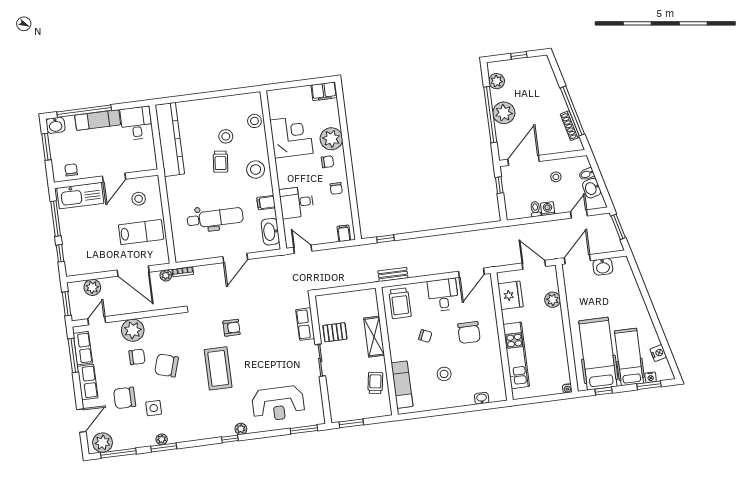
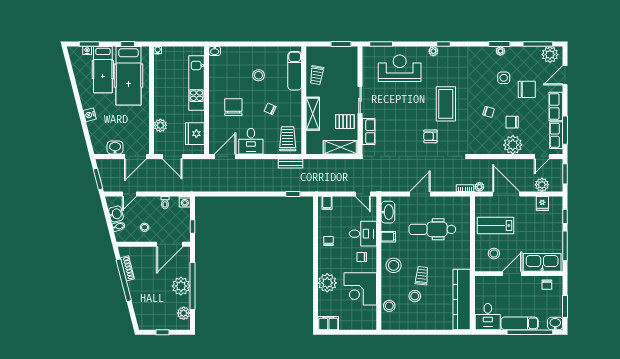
chair: (327, 162) -> (362, 257), moved
washing machine: (548, 209) -> (185, 202), moved
fridge: (89, 265) -> (542, 203), added
shelving: (336, 301) -> (341, 147), added
nightstand: (658, 353) -> (90, 115), moved
chair: (167, 365) -> (488, 112), width x0.54, depth x0.54
washbasin: (482, 398) -> (215, 51), moved

